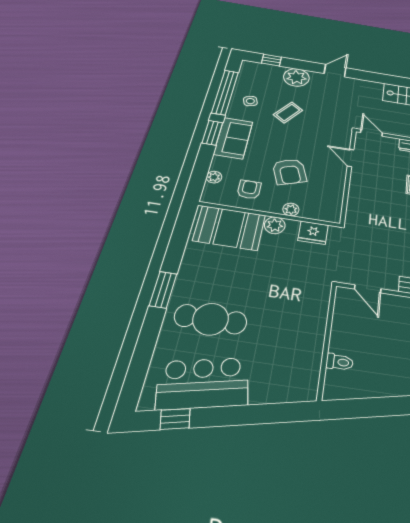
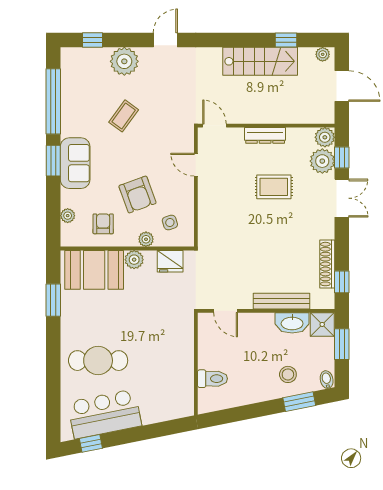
side table: (250, 101) -> (170, 223), moved
window: (163, 290) -> (53, 300), moved
toilet: (340, 362) -> (212, 379), width x1.37, depth x1.39

